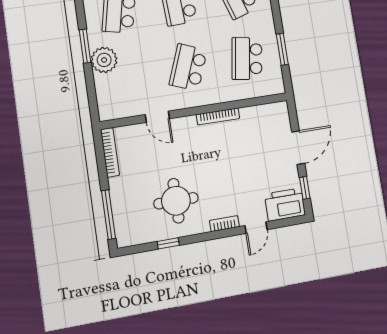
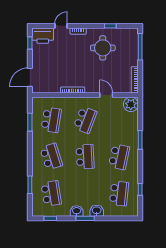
plant: (104, 60) -> (131, 104), moved
door: (298, 148) -> (30, 77), moved

